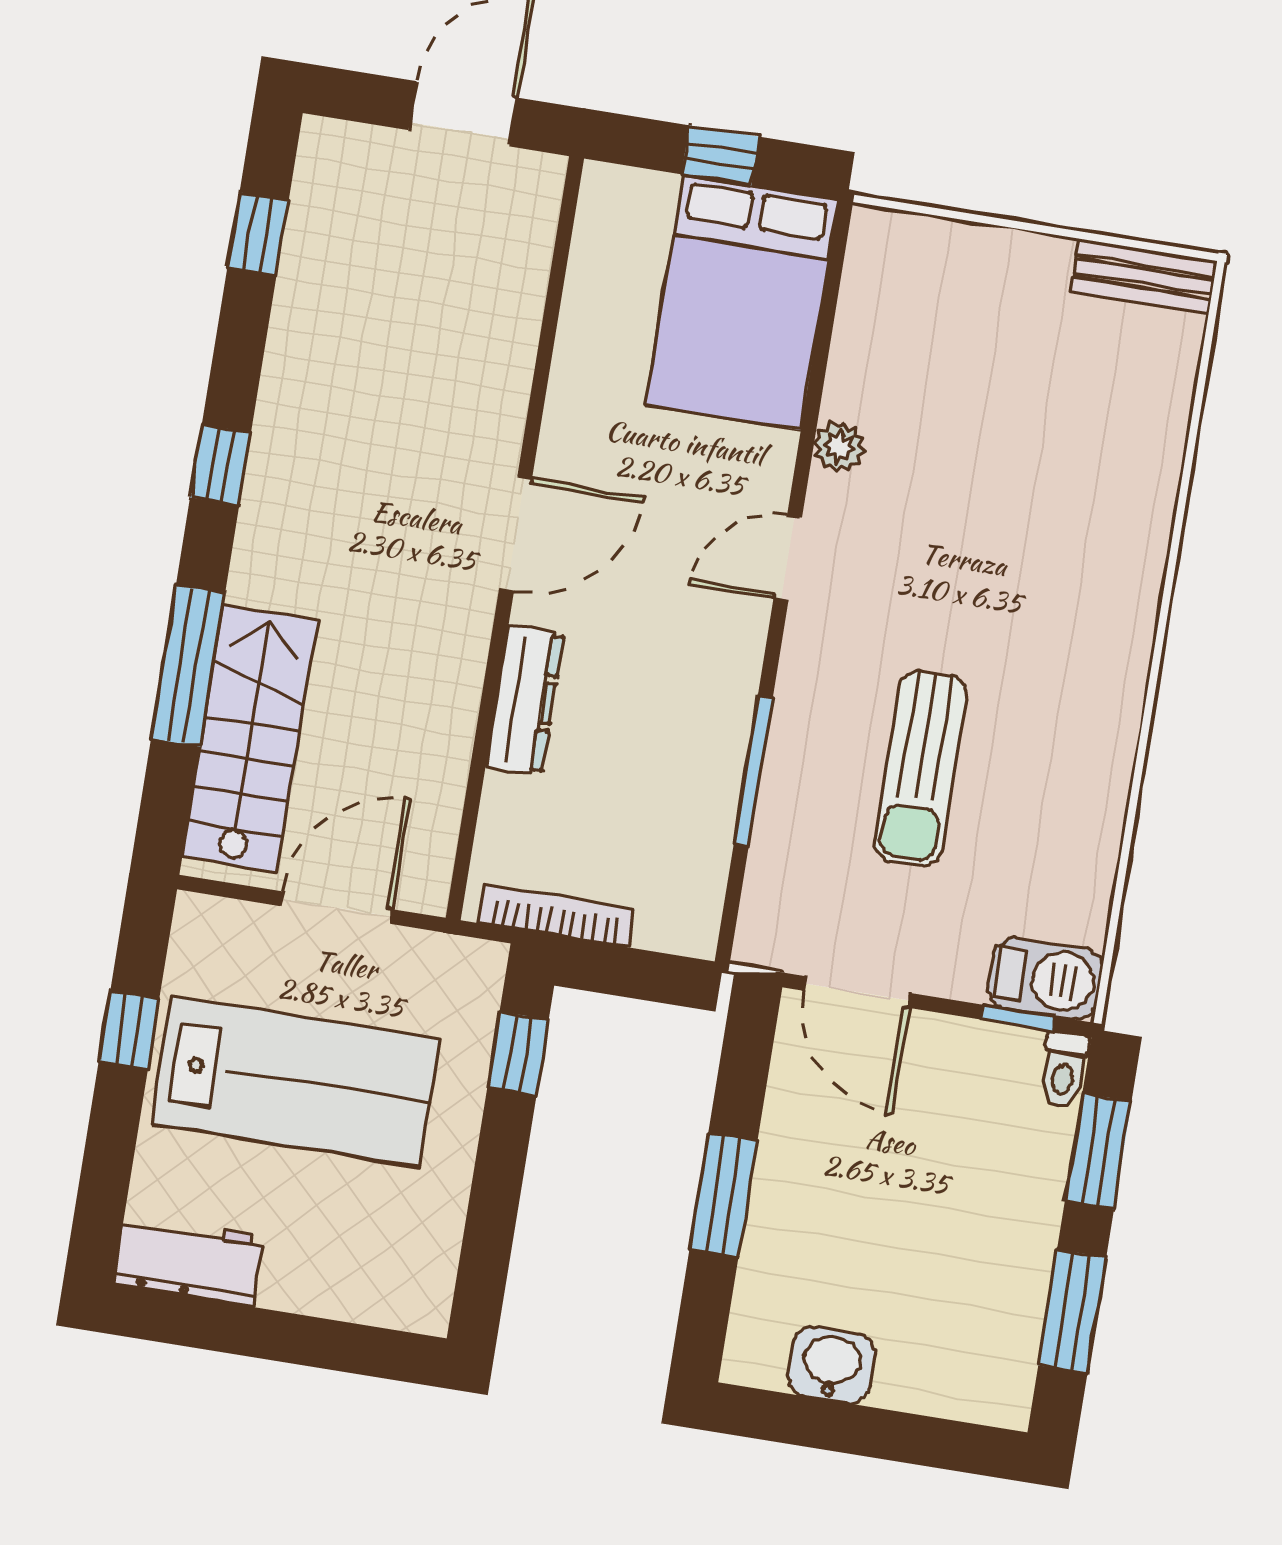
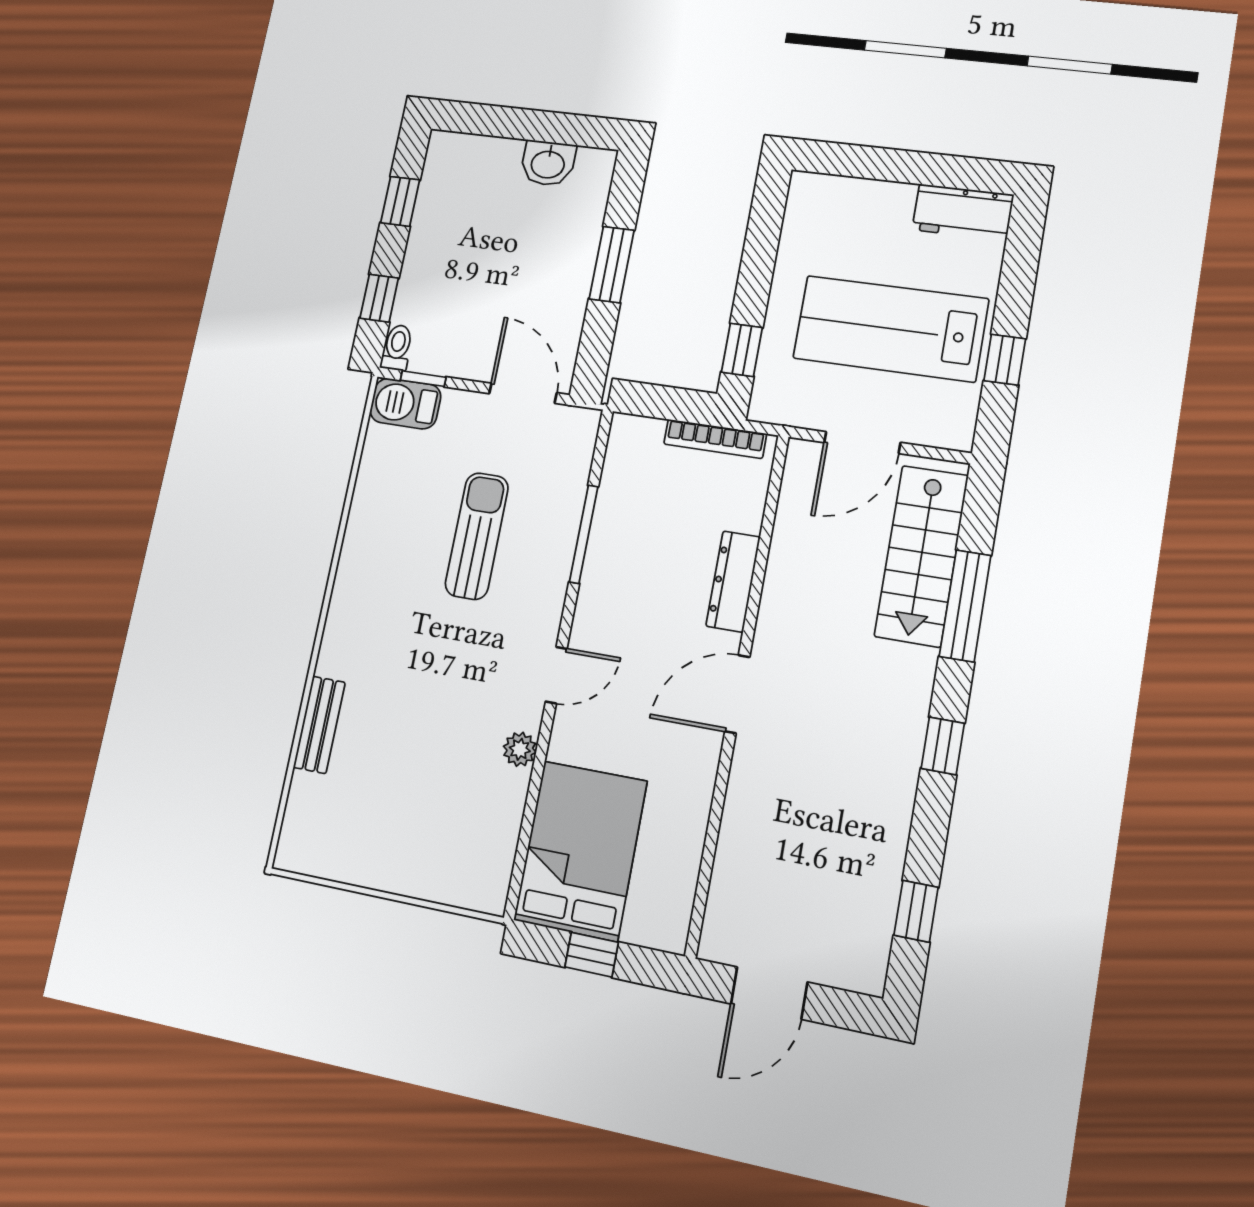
bench: (1144, 276) -> (319, 725), moved, turned 90
window: (1098, 1151) -> (379, 298), width x0.67
window: (1072, 1311) -> (400, 201), width x0.67

